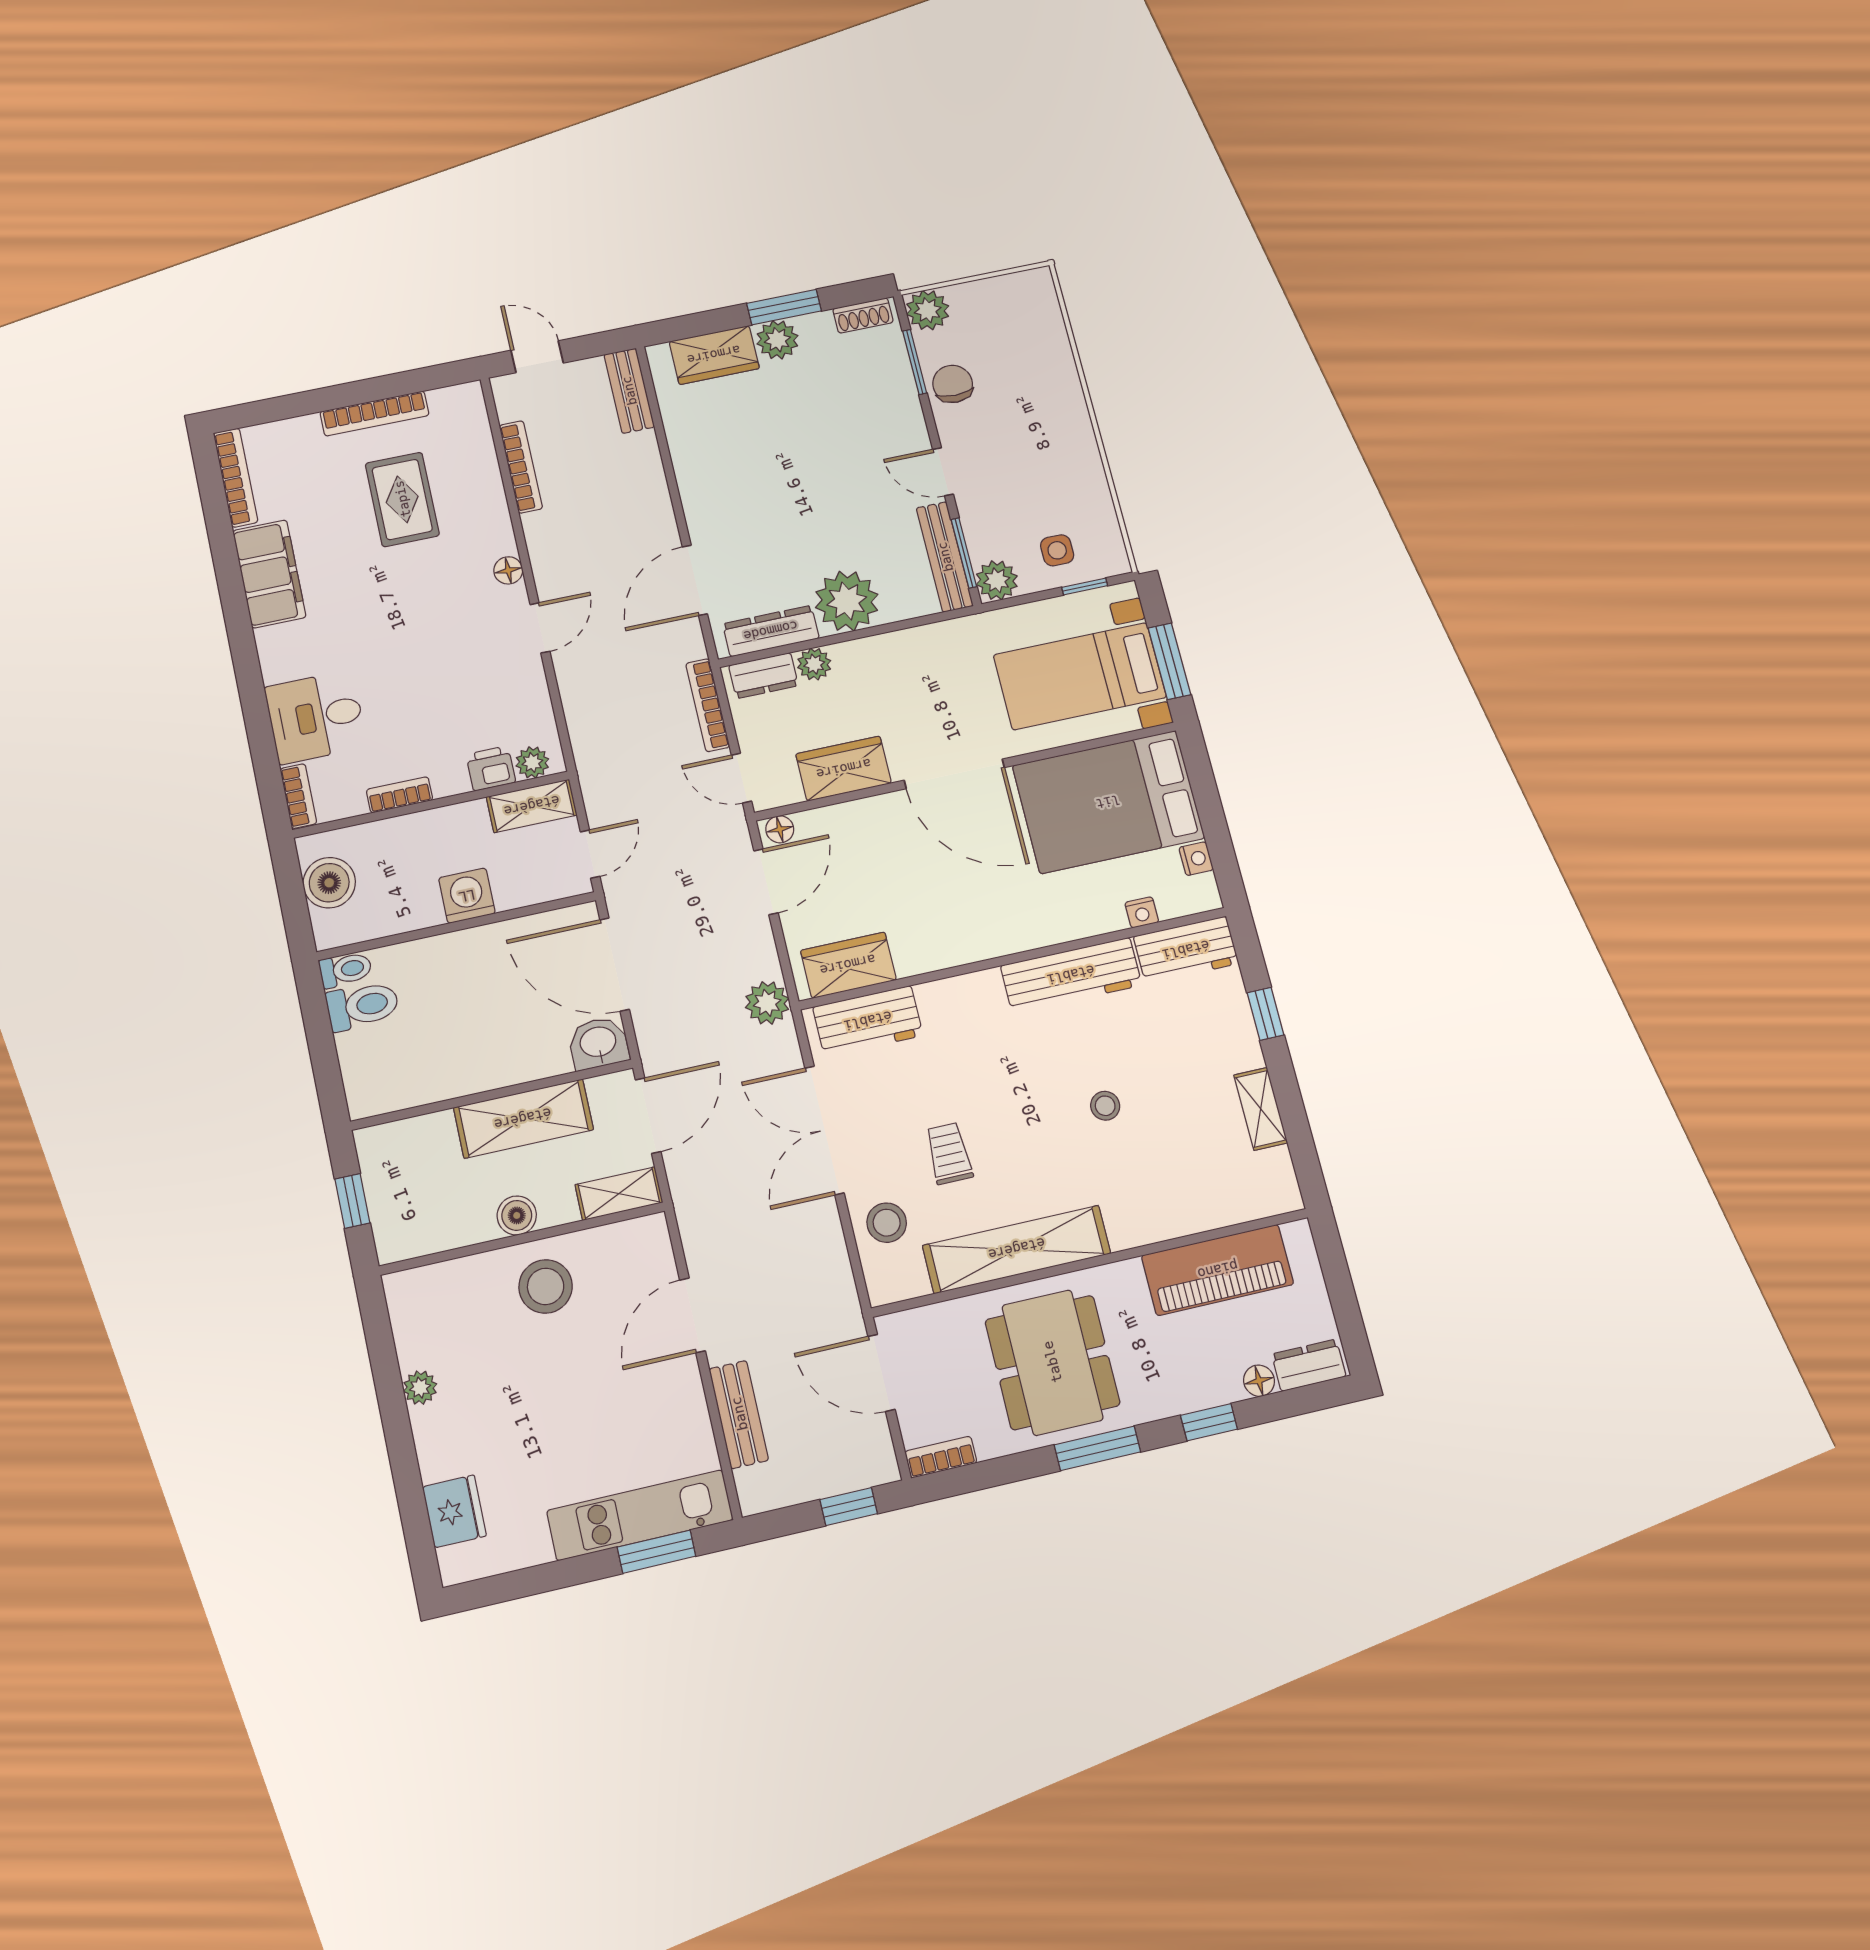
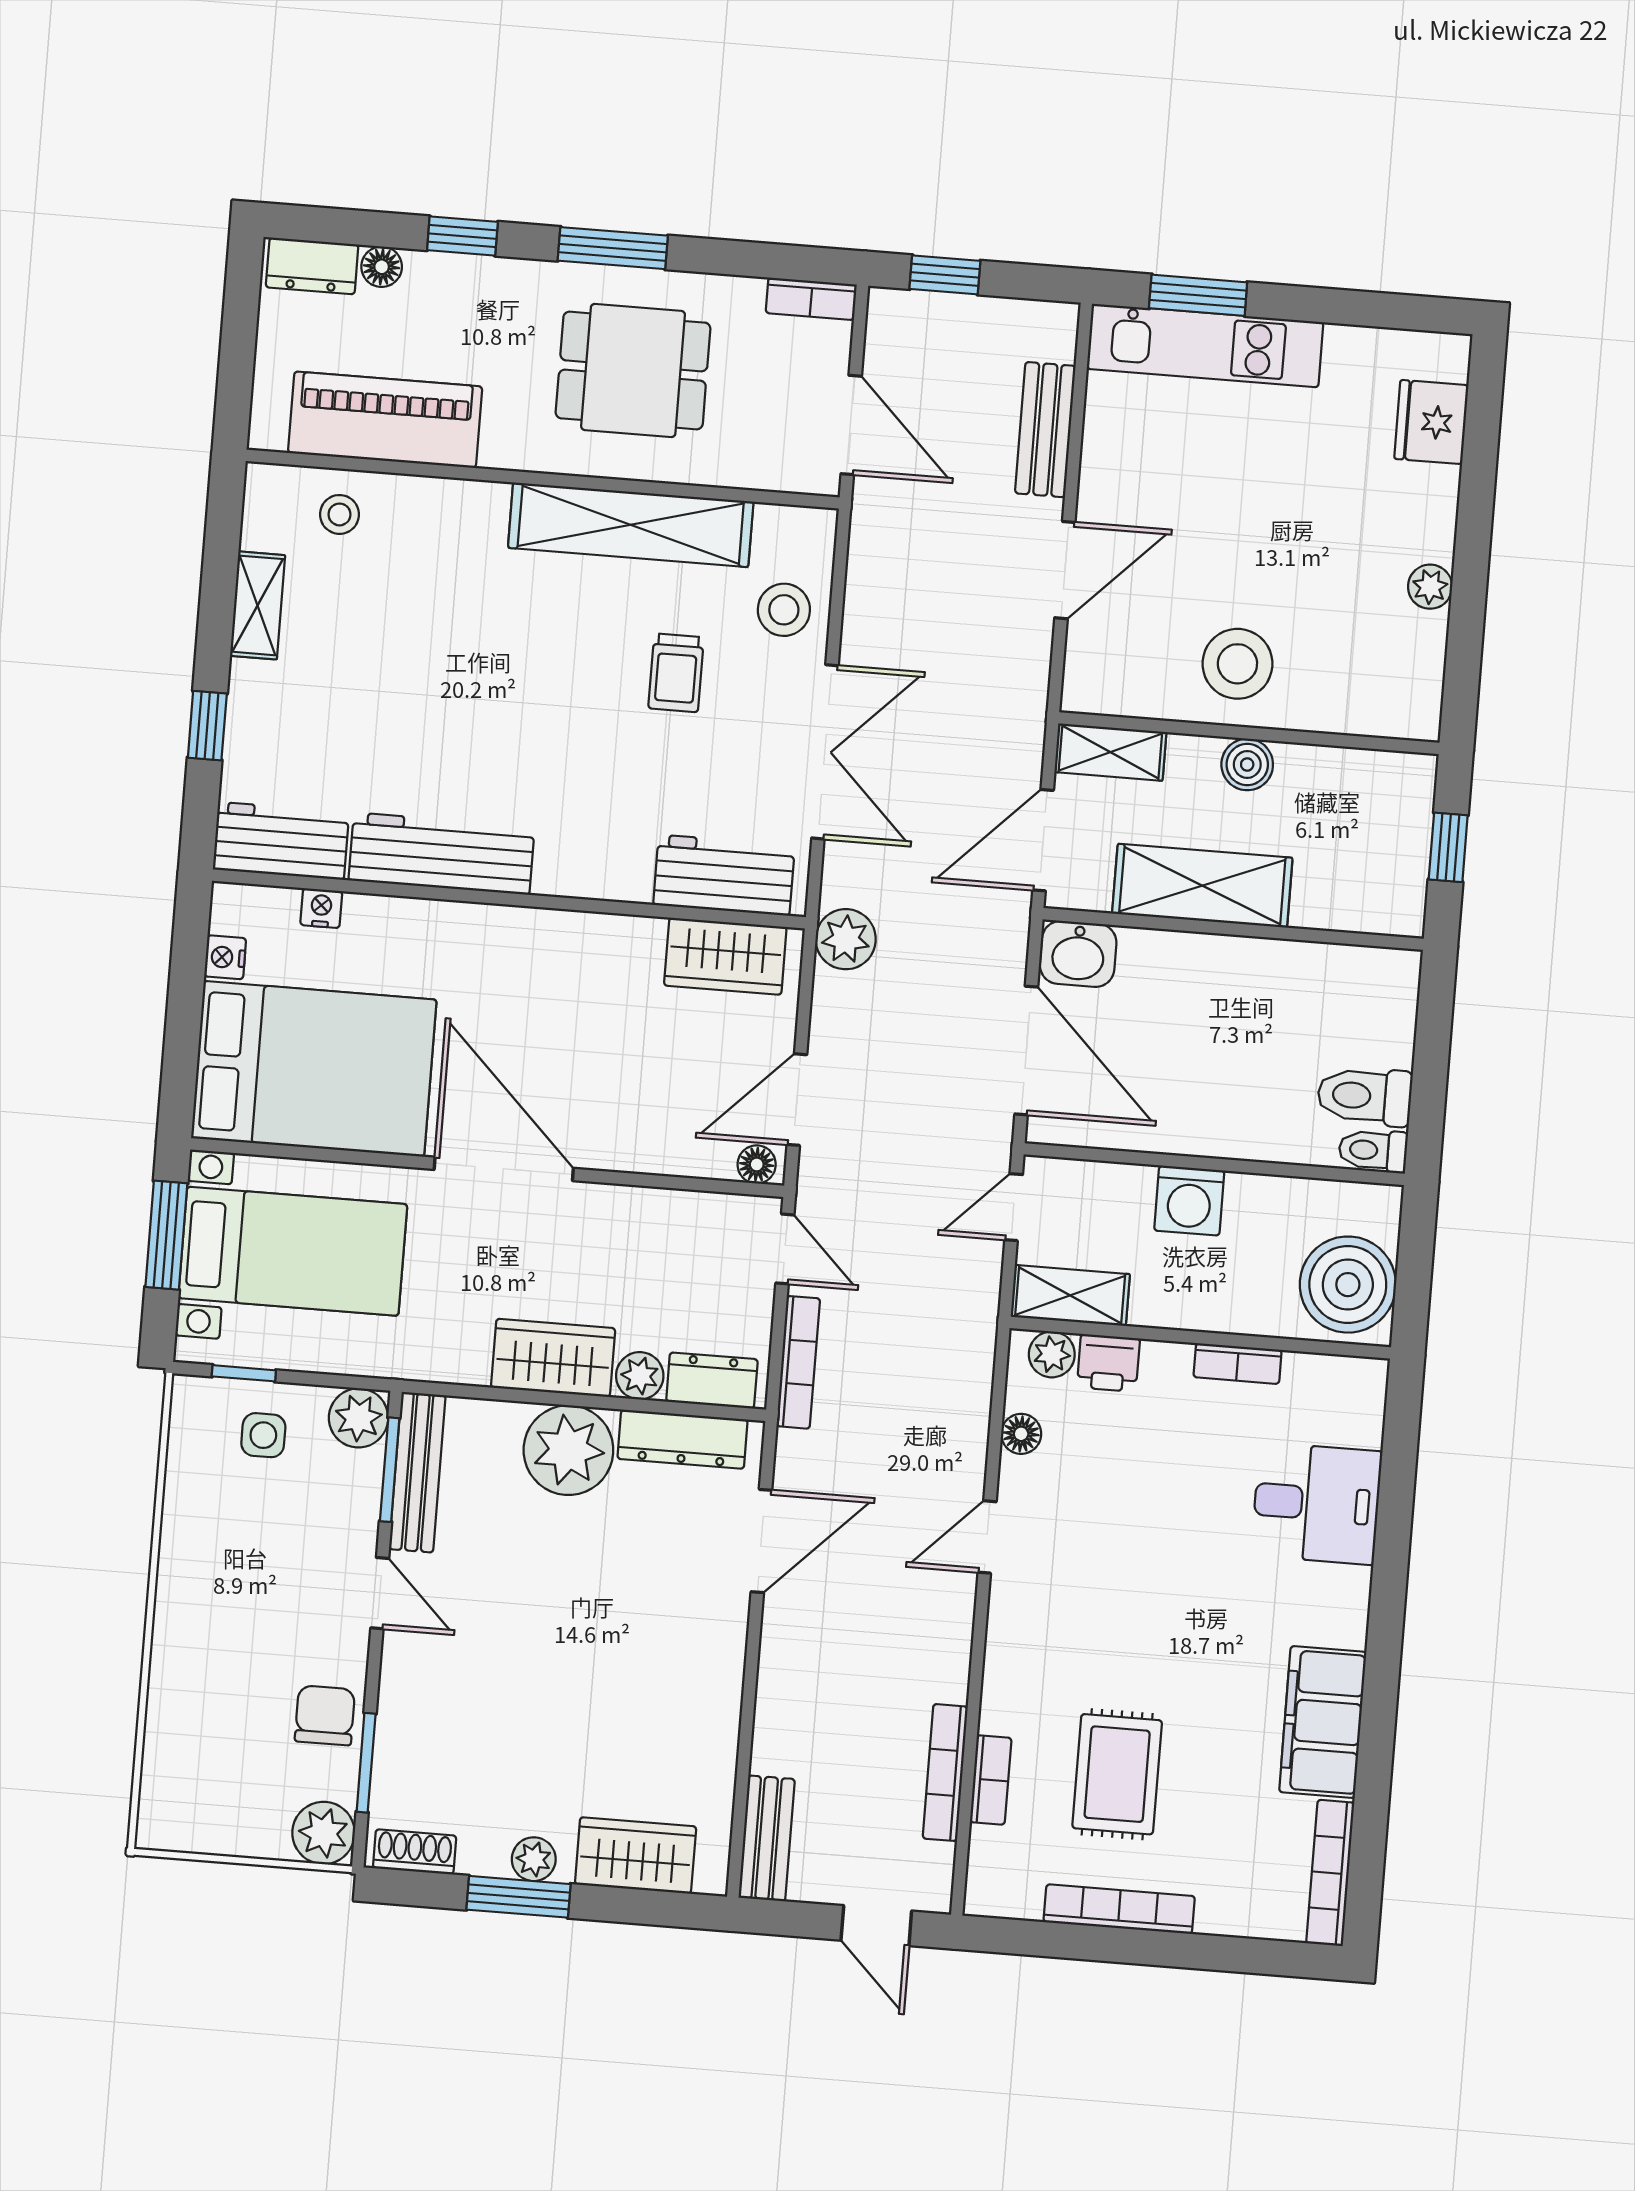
plant: (777, 340) -> (534, 1859), width x0.73, depth x0.73
chair: (953, 384) -> (325, 1715), turned 180
floor lamp: (508, 570) -> (1021, 1434), moved
wardrobe: (844, 769) -> (553, 1358), moved, turned 180
bookcase: (298, 796) -> (991, 1780), moved, turned 180
boiler: (329, 883) -> (1348, 1285), width x1.37, depth x1.37
stool: (1105, 1106) -> (340, 514), moved
dining table: (1052, 1362) -> (633, 371), width x0.73

